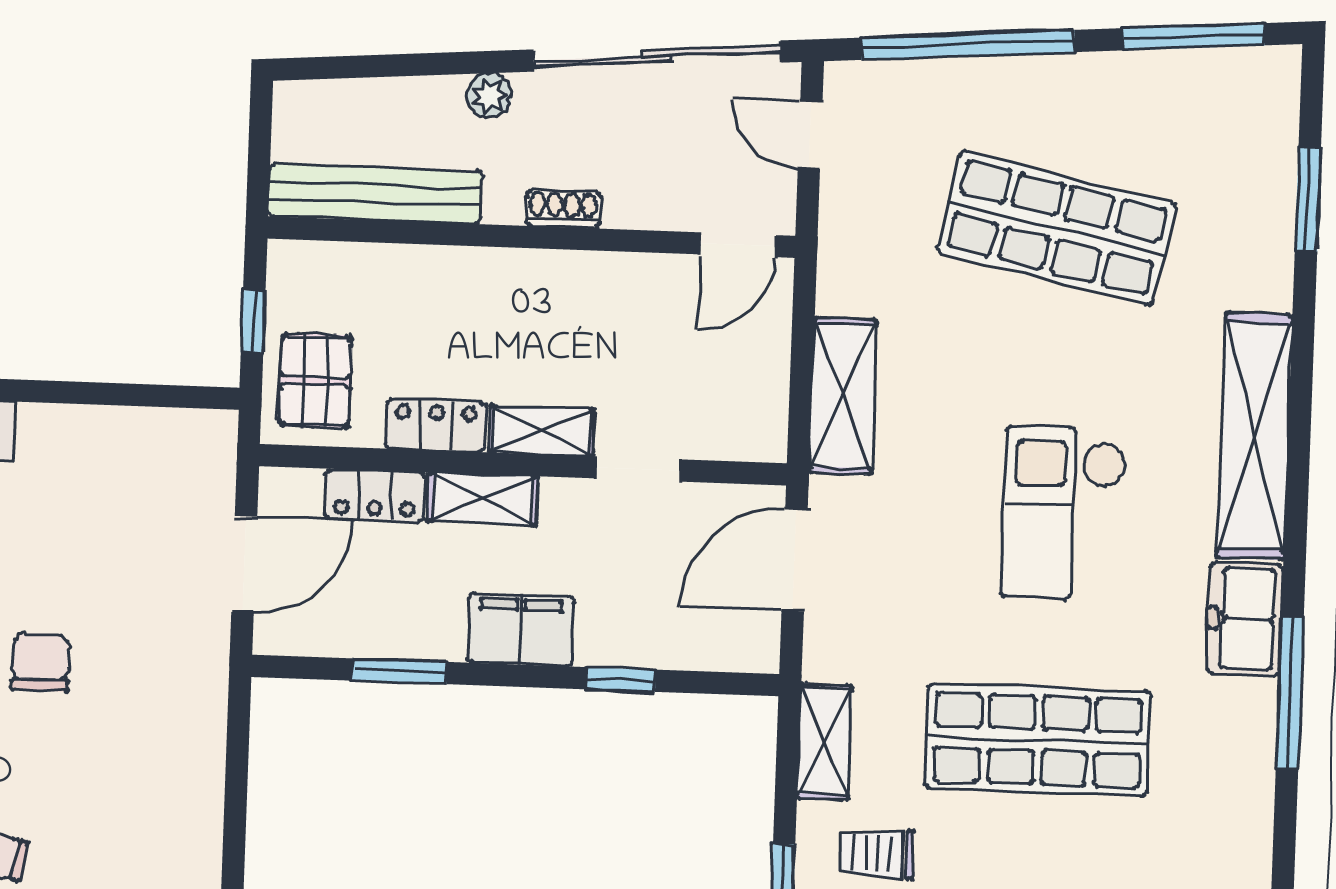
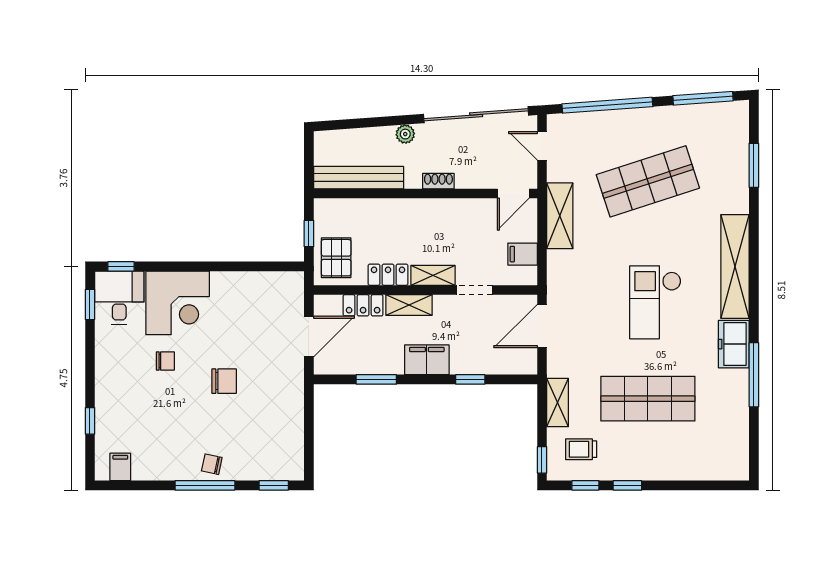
shop shelf: (1057, 228) -> (648, 181), turned -30
filing cabinet: (755, 388) -> (523, 254), added
shelving: (843, 396) -> (560, 216), moved
chair: (40, 662) -> (224, 381), turned 90

